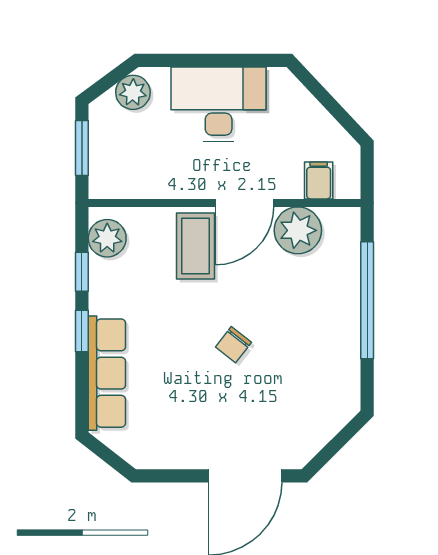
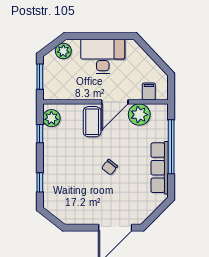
window: (82, 331) -> (40, 182), moved
row of seats: (107, 373) -> (160, 168), moved, turned 180

